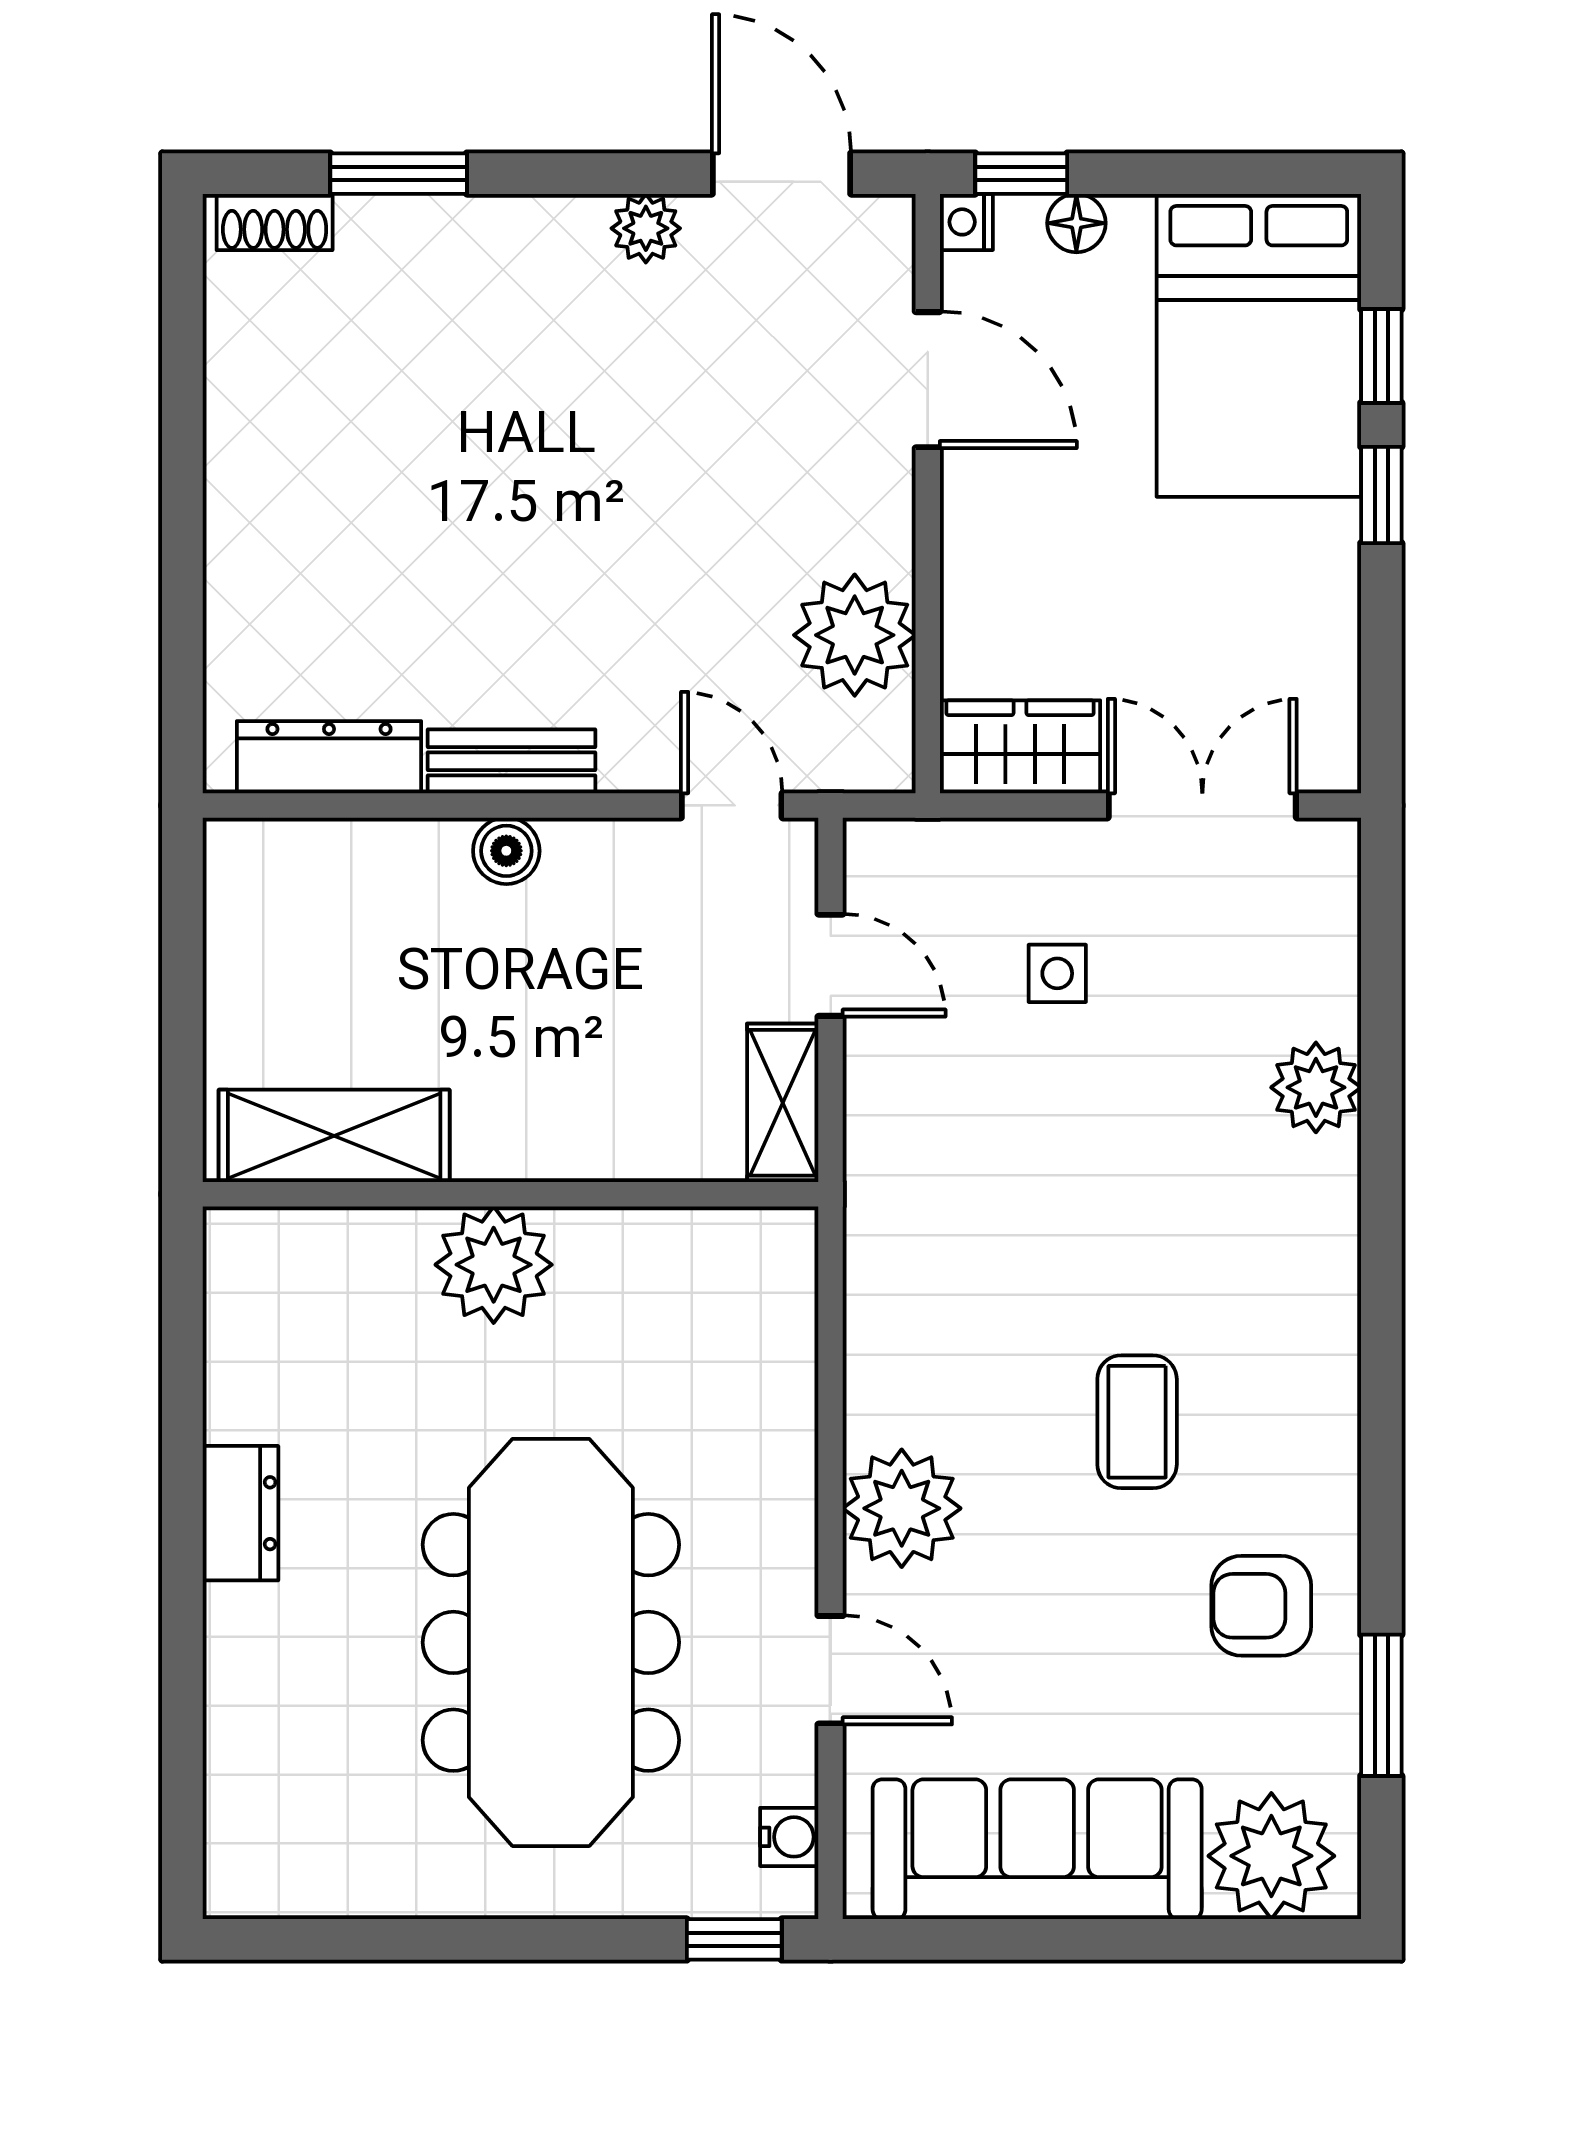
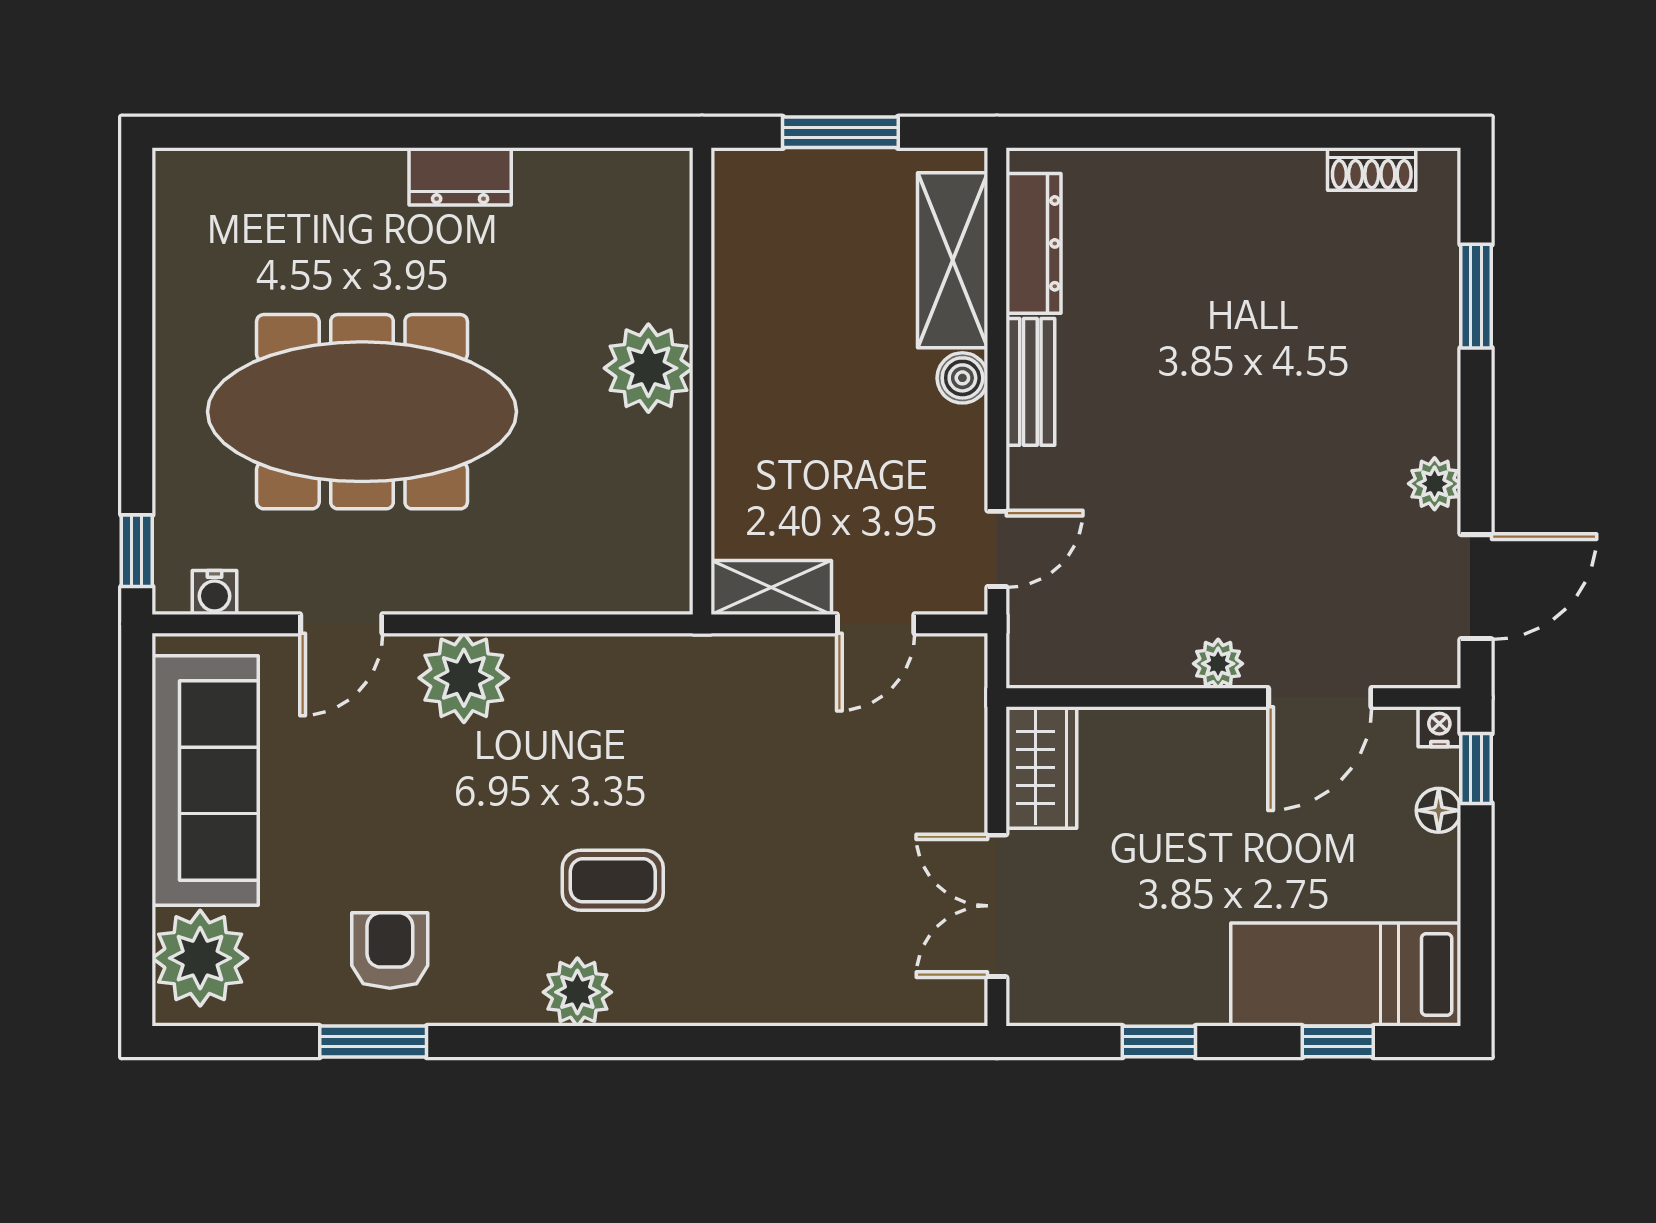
shoe rack: (275, 222) -> (1372, 169), moved, turned -90
bed: (1259, 345) -> (1346, 974), width x0.67
window: (1381, 495) -> (1159, 1042), moved
plant: (855, 635) -> (1218, 664), moved, width x0.53, depth x0.53
double door: (1202, 805) -> (997, 906), swing flipped
side table: (1057, 973) -> (869, 796), removed
window: (182, 1012) -> (840, 132), added
plant: (1316, 1087) -> (577, 992), moved
shelving: (334, 1136) -> (953, 260), moved
coffee table: (1137, 1422) -> (613, 880), moved
window: (1381, 1705) -> (373, 1042), moved

